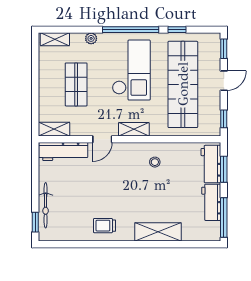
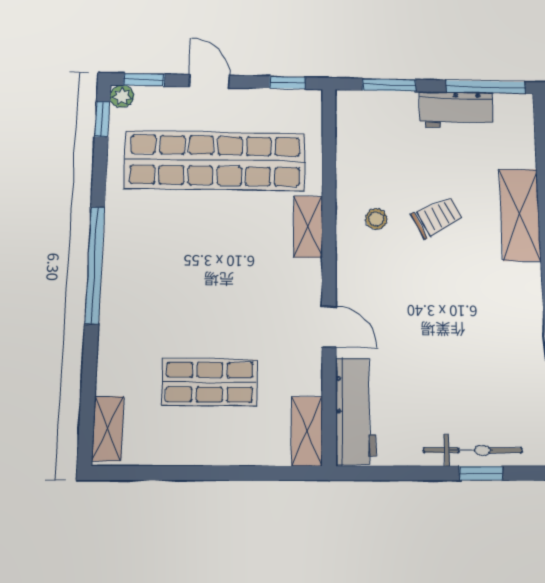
window: (177, 30) -> (102, 119), moved
plant: (91, 38) -> (122, 96), moved
checkout: (131, 70) -> (182, 265), removed
shelving: (134, 129) -> (308, 227), moved
workbench: (211, 164) -> (379, 109), removed
window: (35, 222) -> (481, 473), moved
trolley: (104, 226) -> (437, 217), moved, turned -117

